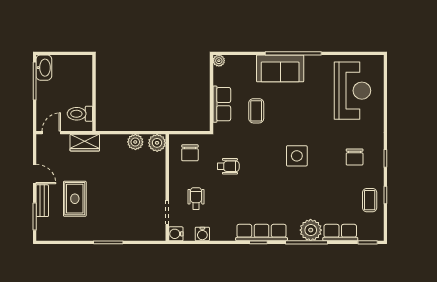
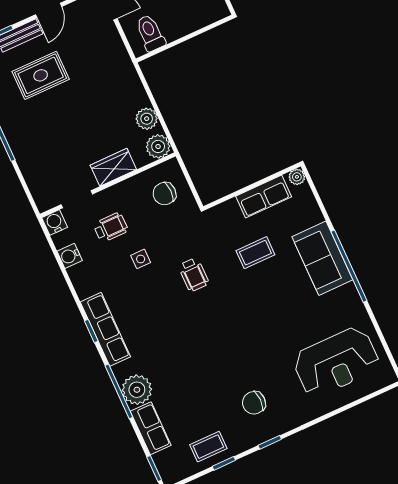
row of seats: (222, 104) -> (264, 197), moved
wardrobe: (85, 143) -> (113, 167), moved, turned 90
side table: (297, 156) -> (141, 259), moved, width x0.54, depth x0.54
wheelchair: (228, 166) -> (194, 275), moved

